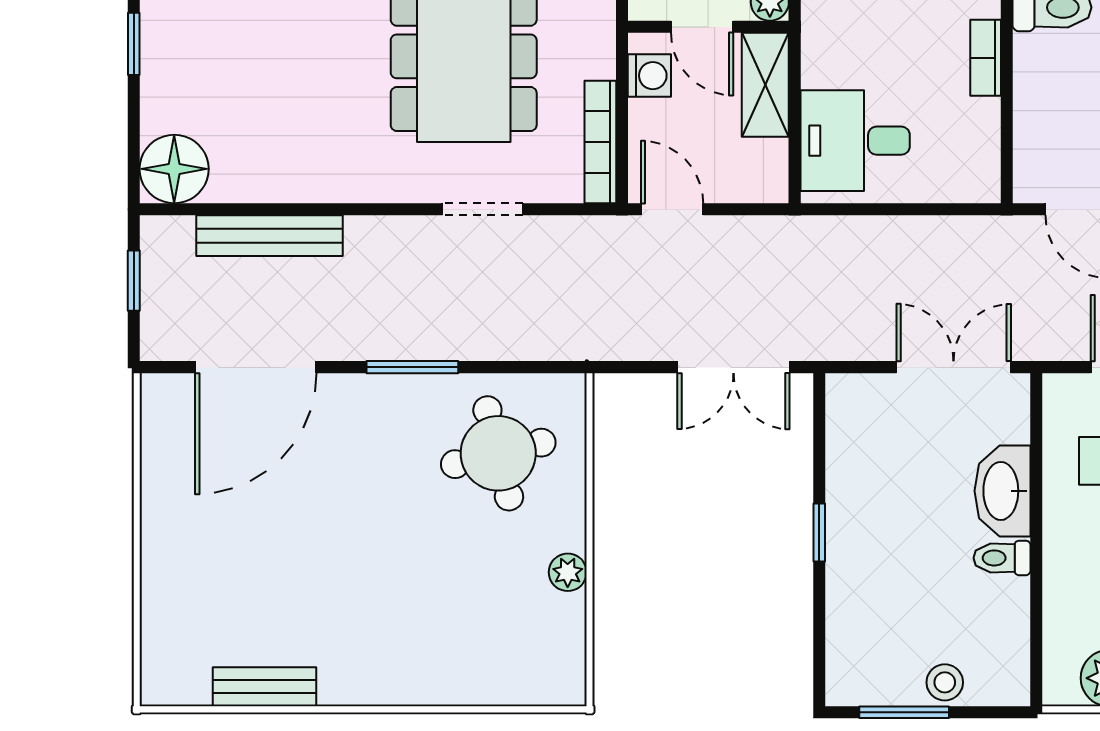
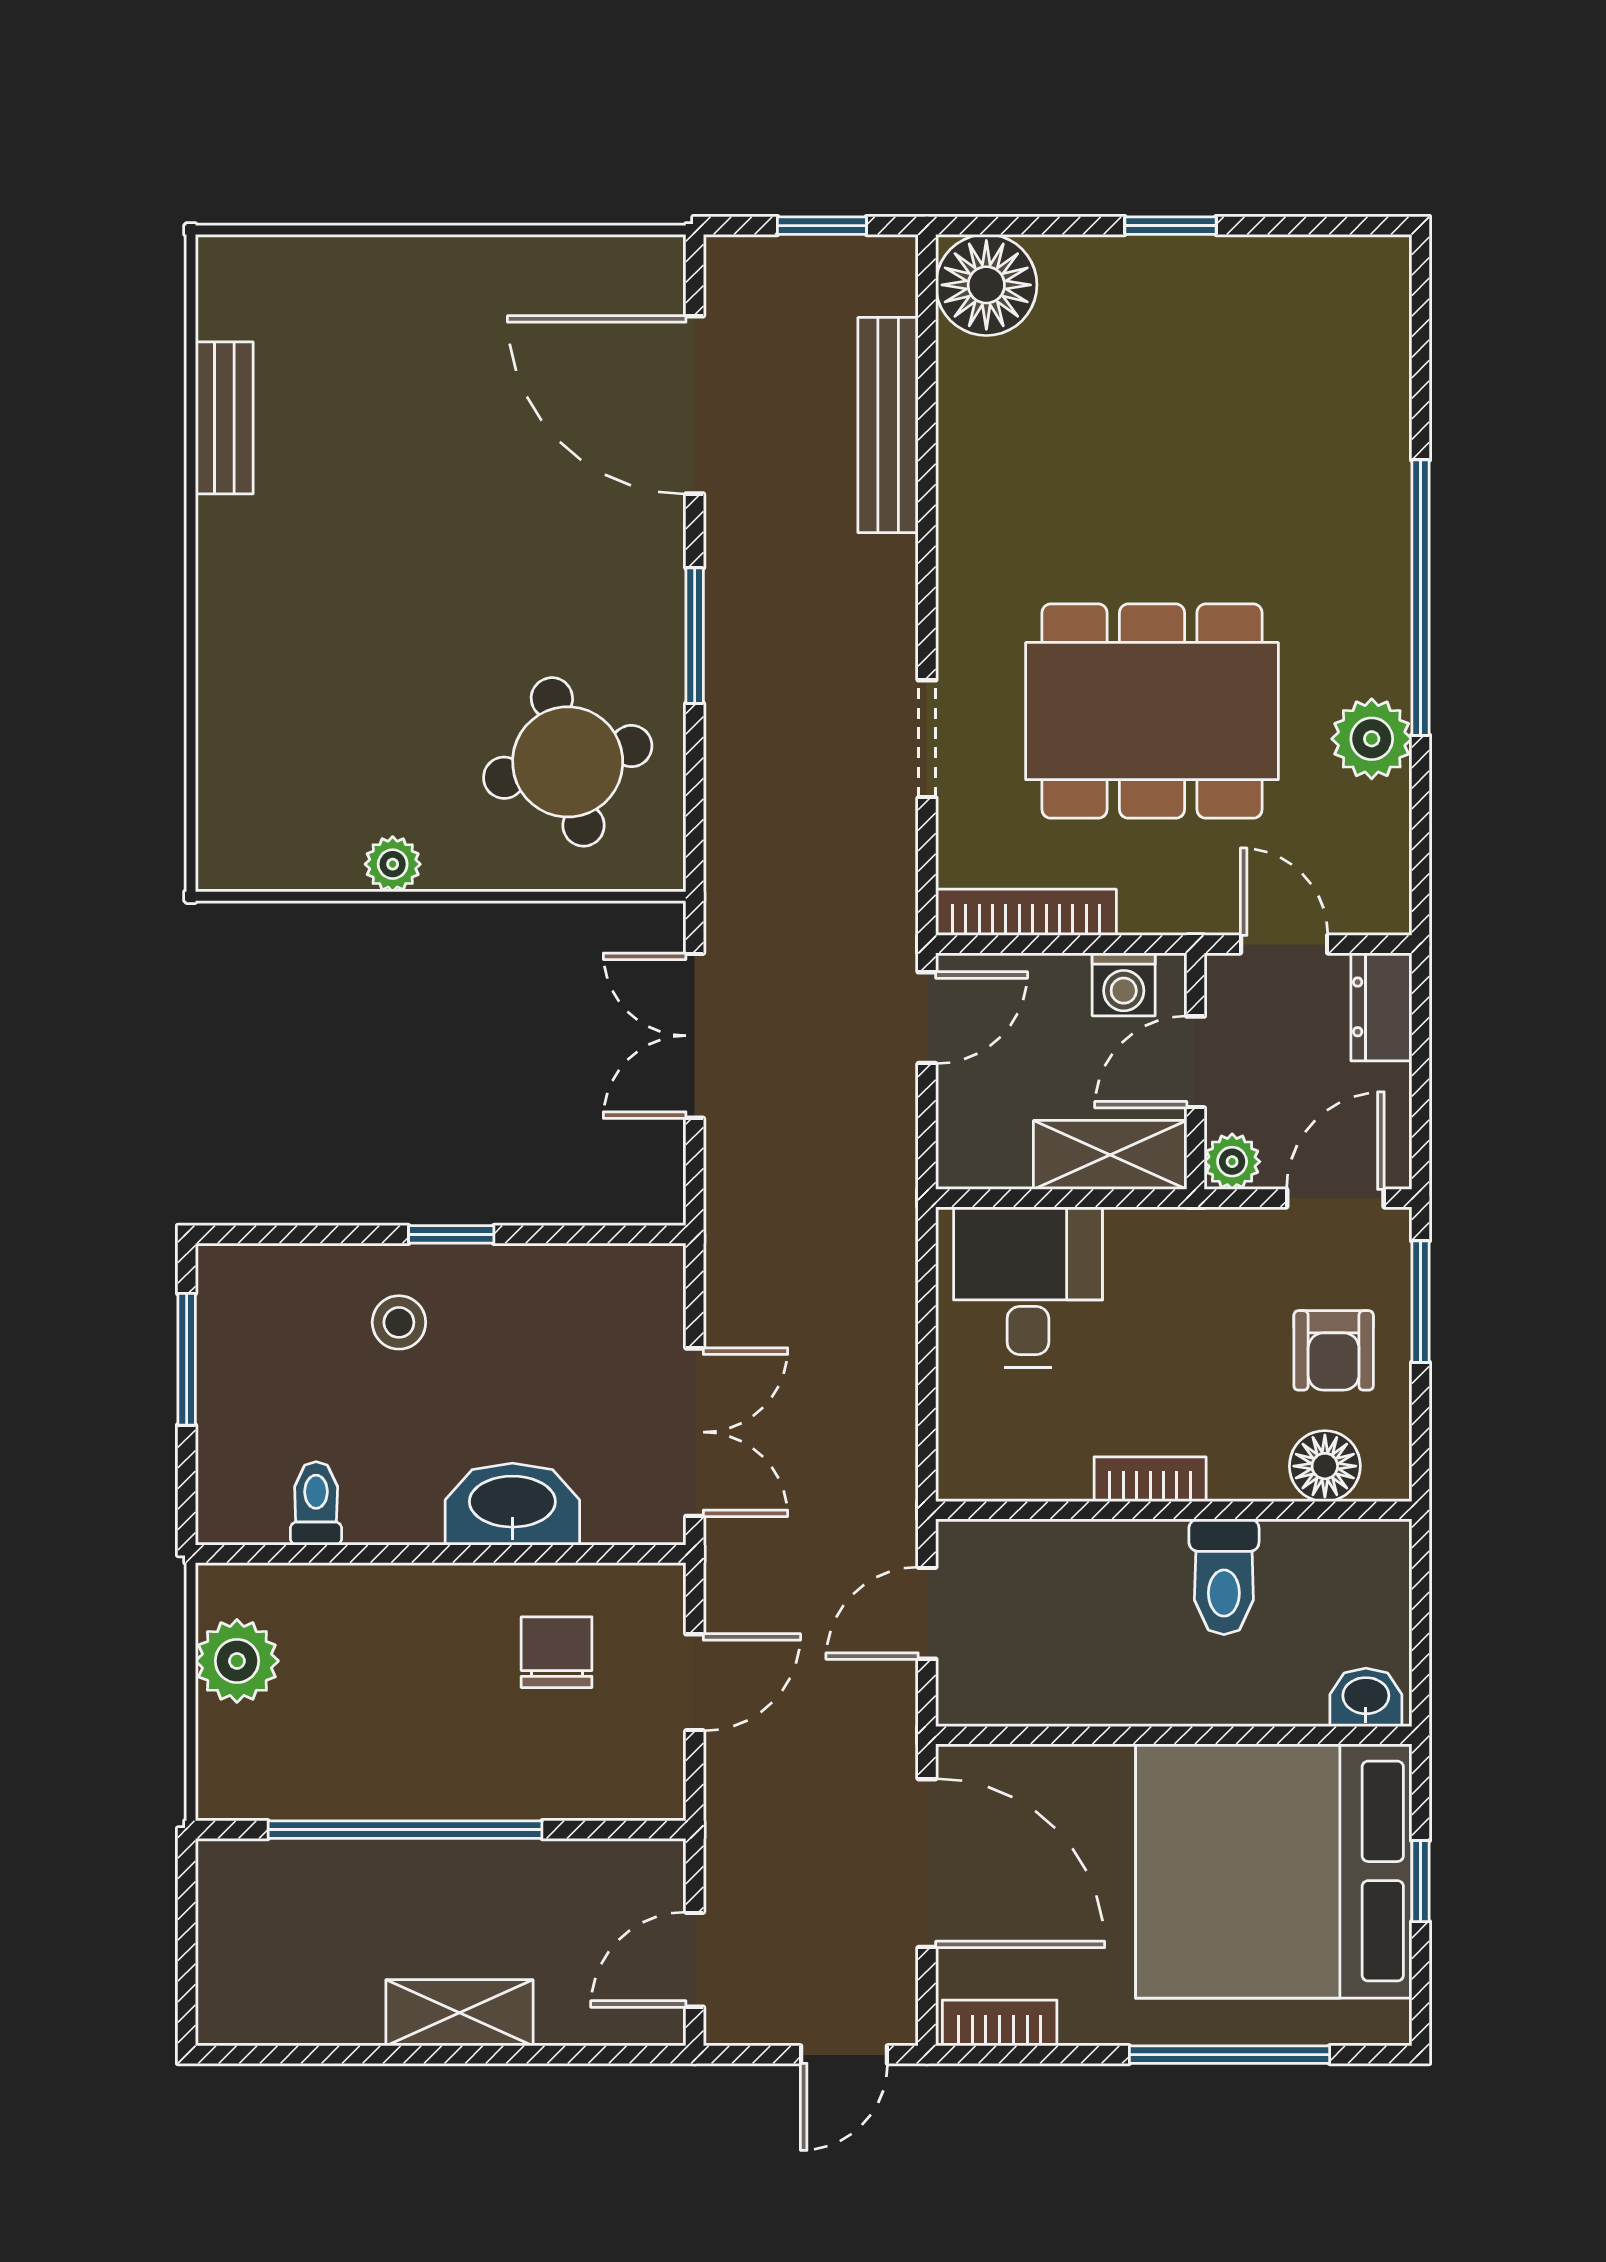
double door: (733, 367) -> (695, 1036), moved
toilet: (1002, 558) -> (316, 1503), moved
stool: (945, 682) -> (399, 1322), moved

